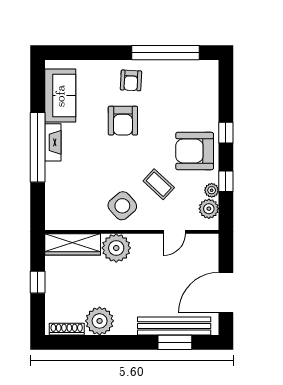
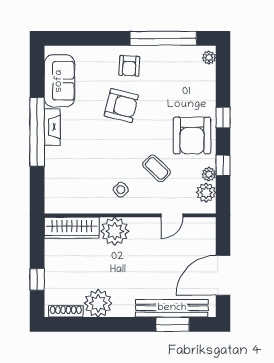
plant: (212, 72) -> (209, 58), added
armchair: (123, 121) -> (121, 106), turned -76
armchair: (195, 151) -> (192, 136), turned -90
side table: (122, 206) -> (121, 190), width x0.54, depth x0.54
window: (38, 282) -> (37, 279), moved

